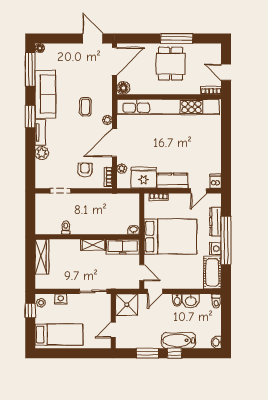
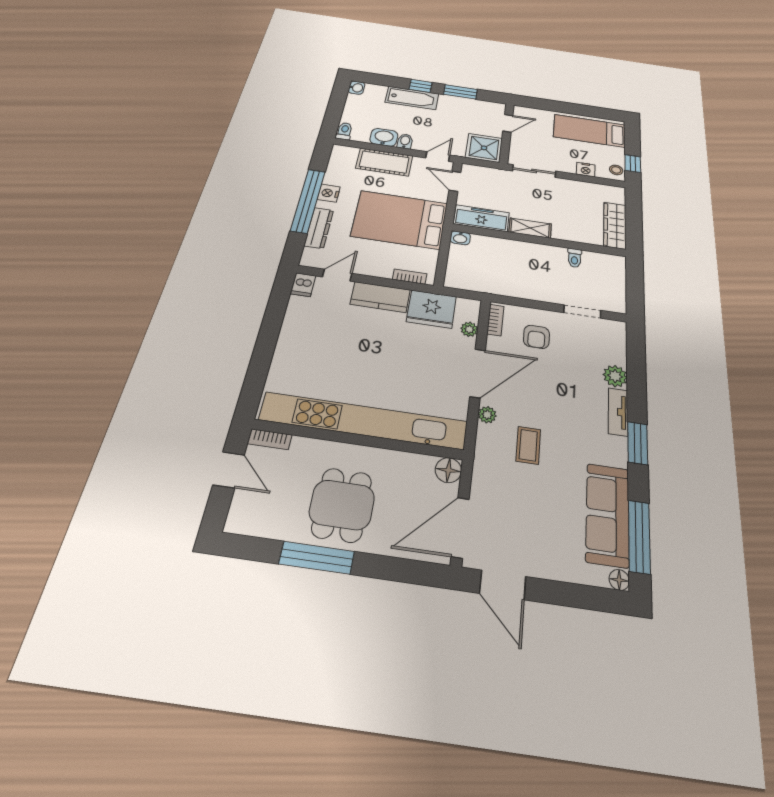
sofa: (45, 94) -> (608, 514), moved
cot: (212, 272) -> (384, 162), moved, turned 90

